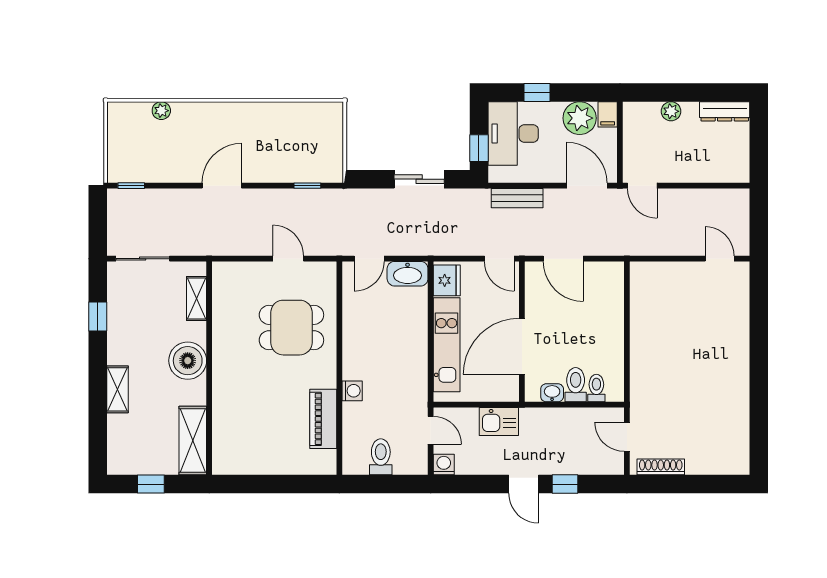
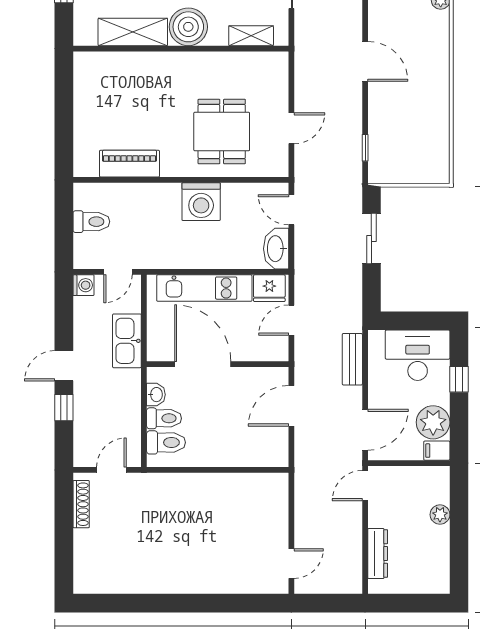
dresser: (725, 111) -> (378, 553), moved, turned 180
window: (479, 148) -> (403, 321), removed
sliding door: (419, 179) -> (371, 238), moved
door: (499, 259) -> (291, 320), moved
toilet: (596, 388) -> (166, 442), width x1.37, depth x1.39
washing machine: (352, 391) -> (201, 202), moved, width x1.89, depth x1.89
kitchen sink: (499, 421) -> (127, 341), width x1.38
shelving: (193, 441) -> (133, 32), moved

